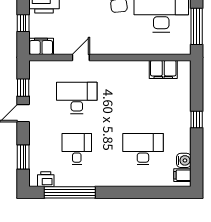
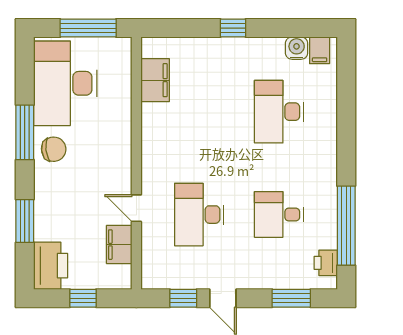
filing cabinet: (41, 46) -> (119, 245), moved

